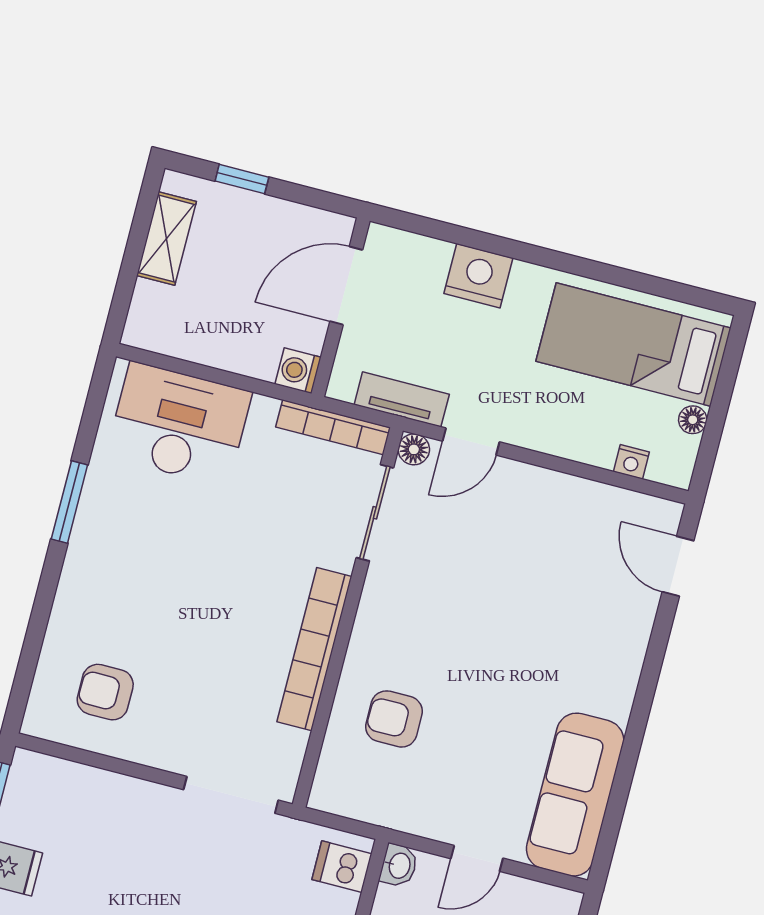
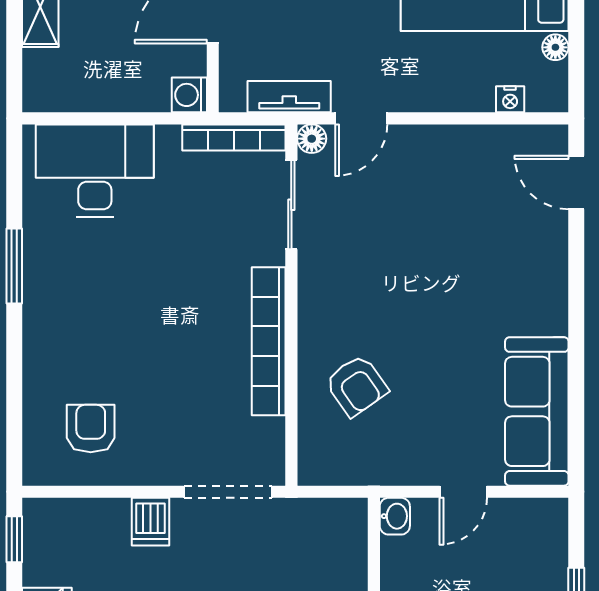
armchair: (105, 692) -> (91, 429), turned 90
armchair: (394, 719) -> (356, 386), turned -125
dishwasher: (342, 867) -> (150, 522), moved, turned -90

